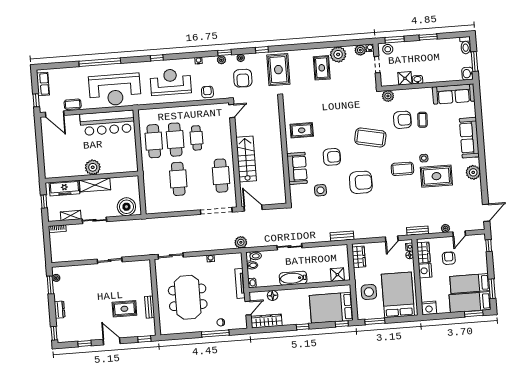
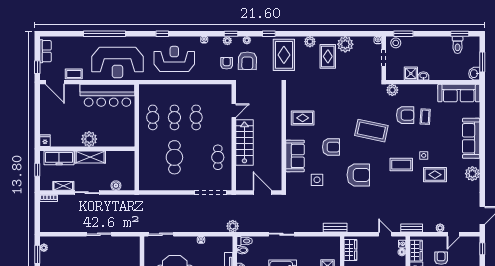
window: (428, 37) -> (460, 34), moved
toilet: (465, 45) -> (458, 45), moved
plant: (360, 50) -> (310, 42), moved
armchair: (207, 92) -> (227, 63), moved
door: (232, 111) -> (234, 111), moved
cafe table: (175, 140) -> (174, 117), width x0.73, depth x0.74
cafe table: (154, 141) -> (153, 117), width x0.73, depth x0.74
fridge: (49, 172) -> (45, 141), added
cafe table: (221, 176) -> (218, 157), width x0.73, depth x0.74
rug: (436, 176) -> (435, 175), width x0.73, depth x0.70
boiler: (126, 207) -> (116, 186), width x0.54, depth x0.54
door: (253, 208) -> (262, 193), moved
door: (392, 239) -> (385, 234), swing flipped

